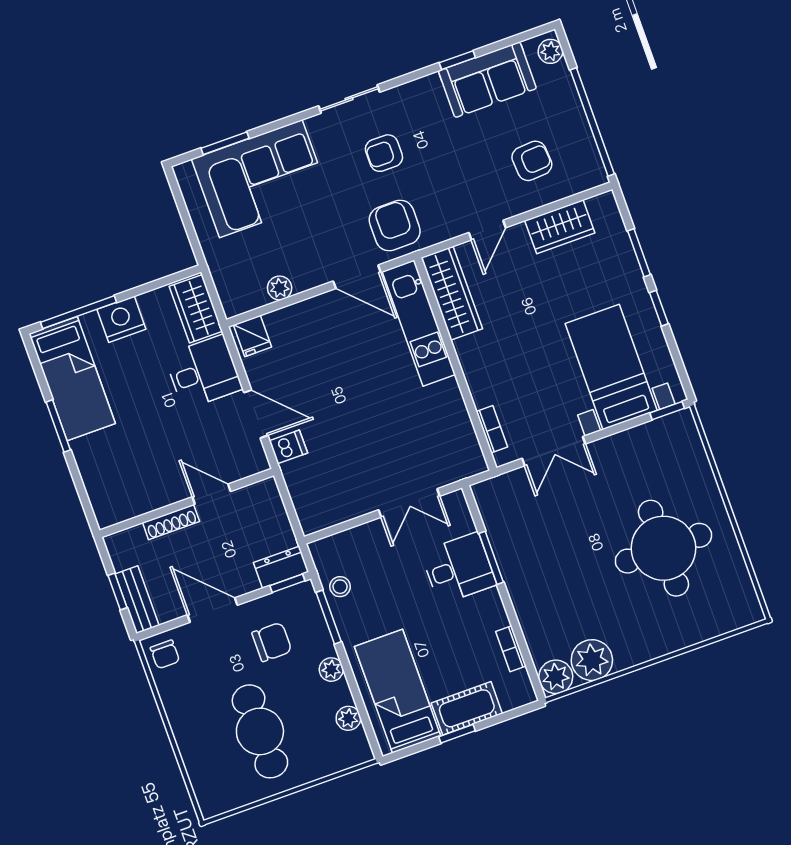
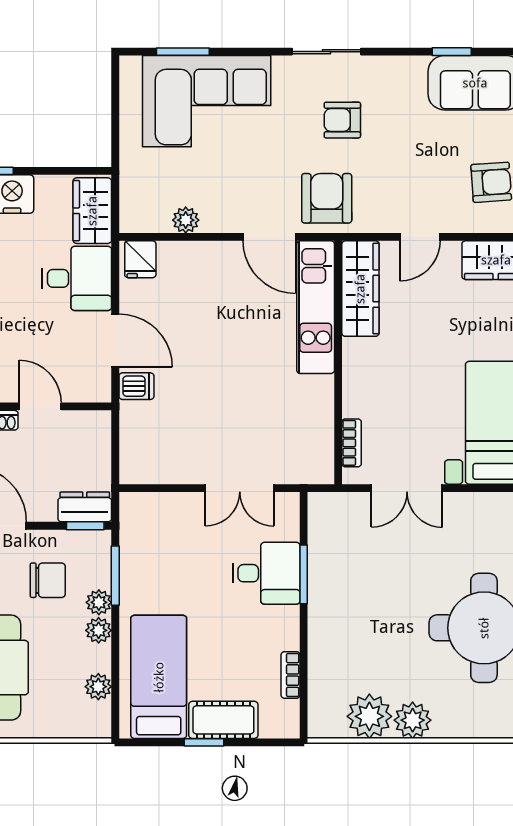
stool: (340, 587) -> (138, 549), removed
plant: (323, 645) -> (99, 602), added
plant: (556, 677) -> (413, 720), moved

